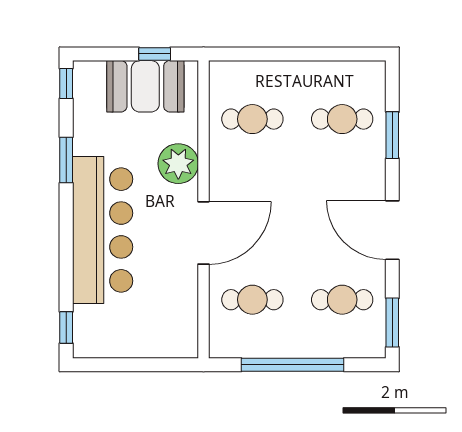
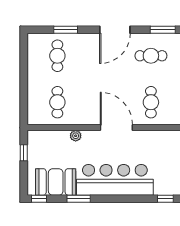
booth: (145, 86) -> (56, 182), moved, turned 90
plant: (178, 164) -> (76, 136), width x0.53, depth x0.53
cafe table: (342, 300) -> (151, 56), turned 90

